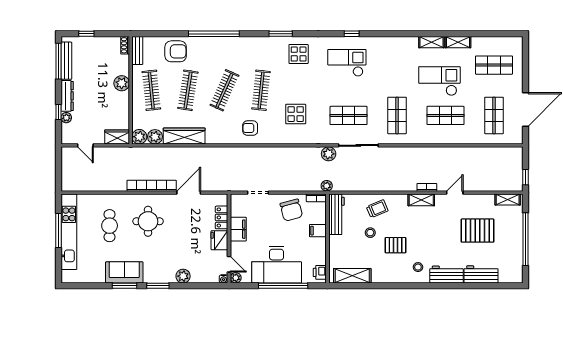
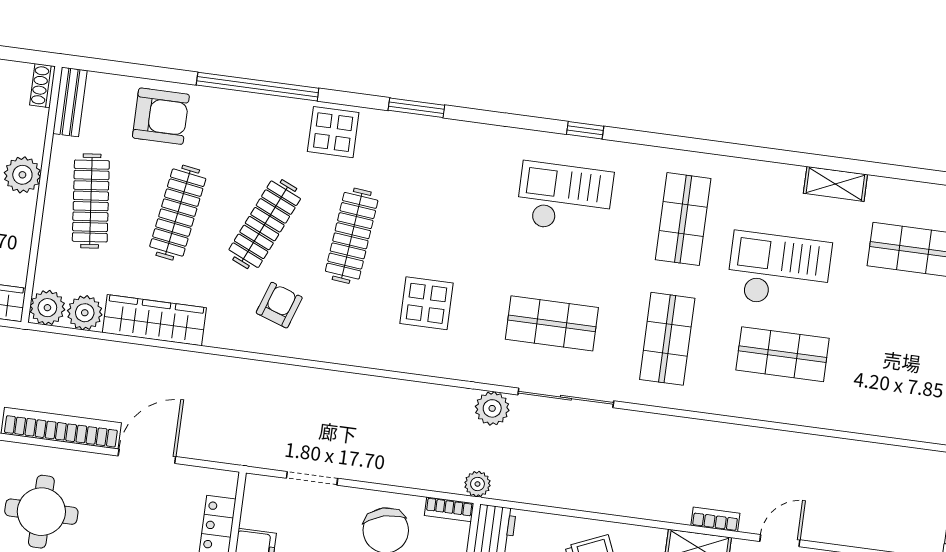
shelving: (431, 42) -> (772, 176), removed
display table: (299, 54) -> (333, 132), moved
shop shelf: (494, 115) -> (683, 219), moved
armchair: (250, 128) -> (279, 305), moved, turned 109

